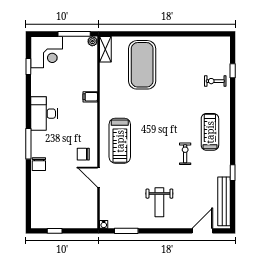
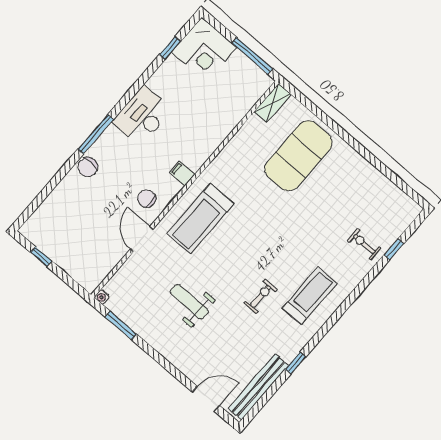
plant: (92, 41) -> (266, 82), removed
filing cabinet: (90, 97) -> (182, 173), moved
weight bench: (159, 202) -> (189, 302), moved, turned 90

